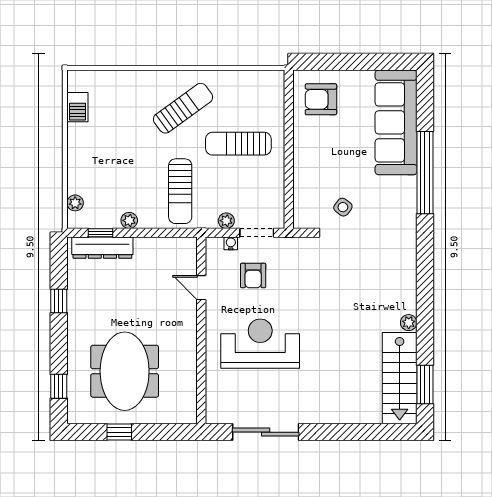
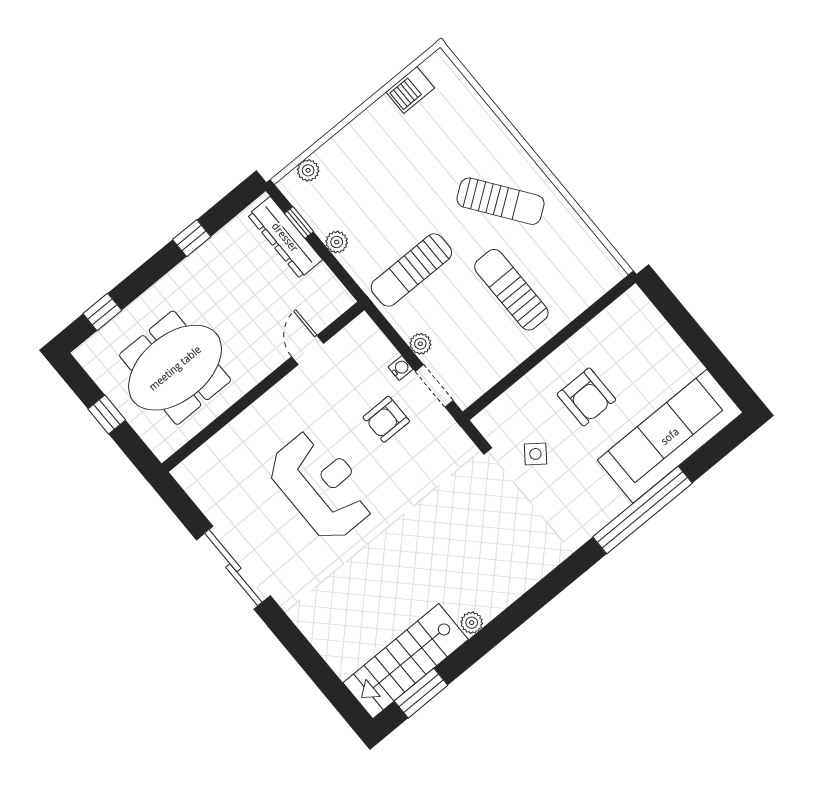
armchair: (321, 99) -> (586, 397), moved, turned 180
door: (201, 288) -> (308, 350), moved
wall: (201, 330) -> (263, 387), moved

